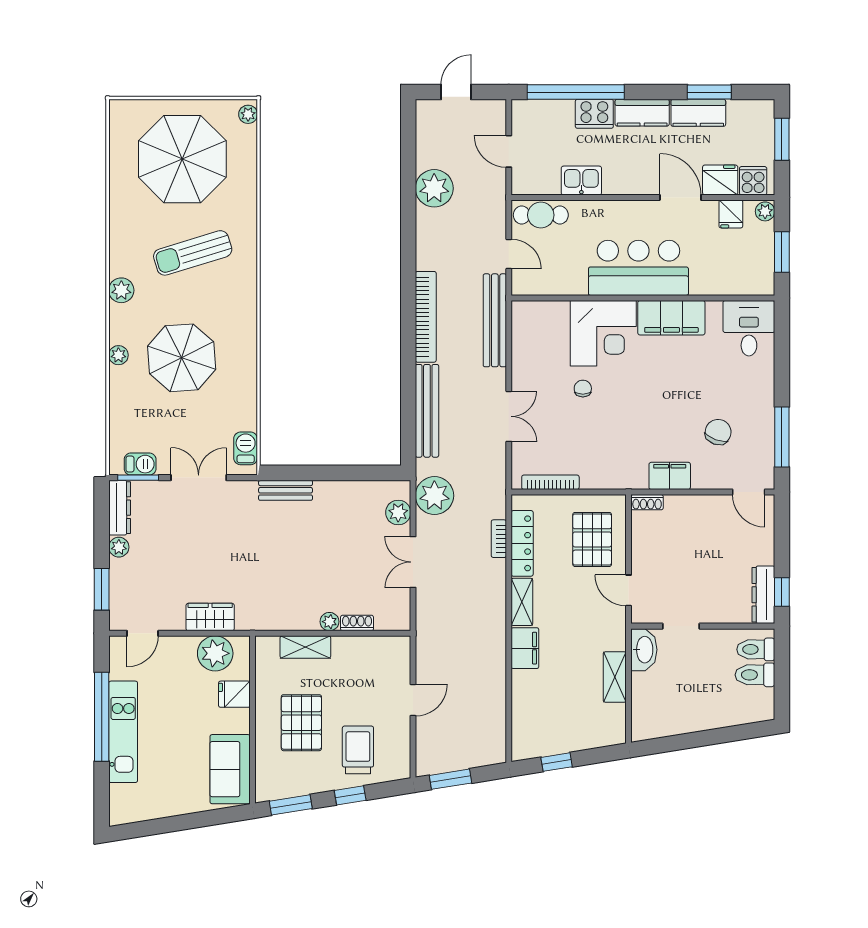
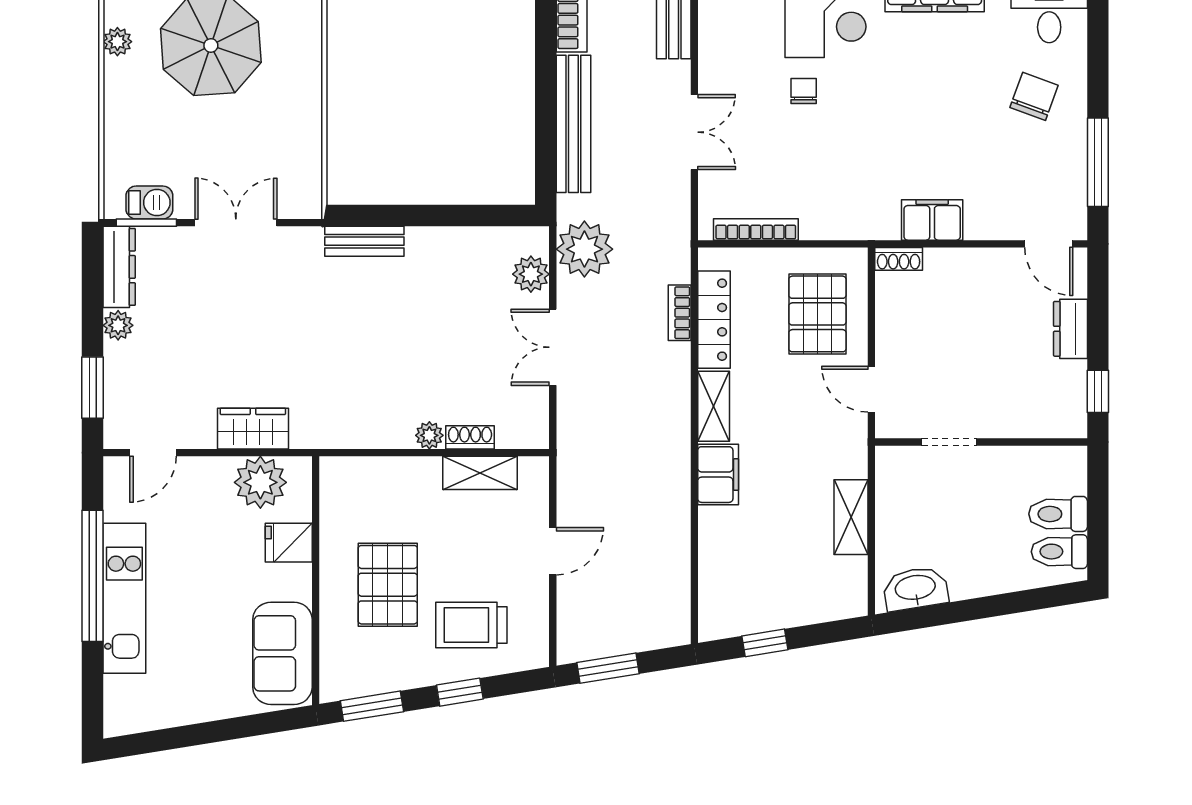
chair: (718, 432) -> (1034, 96), moved
barbecue: (246, 448) -> (305, 179), removed
dresser: (763, 595) -> (1070, 329), moved, width x0.70
shelving: (305, 647) -> (480, 473), moved
toilet: (756, 649) -> (1059, 552), moved
washbasin: (644, 650) -> (915, 589), moved, turned -99
trolley: (358, 750) -> (471, 625), turned -90

